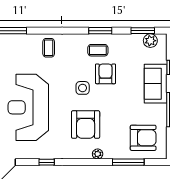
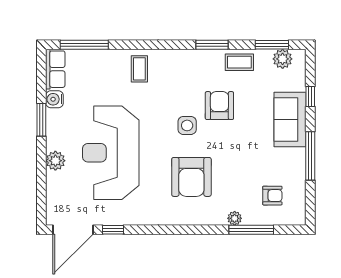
coffee table: (98, 50) -> (239, 62), moved
armchair: (143, 138) -> (272, 196), width x0.53, depth x0.53
plant: (98, 154) -> (235, 218), moved
window: (47, 162) -> (113, 230), moved

